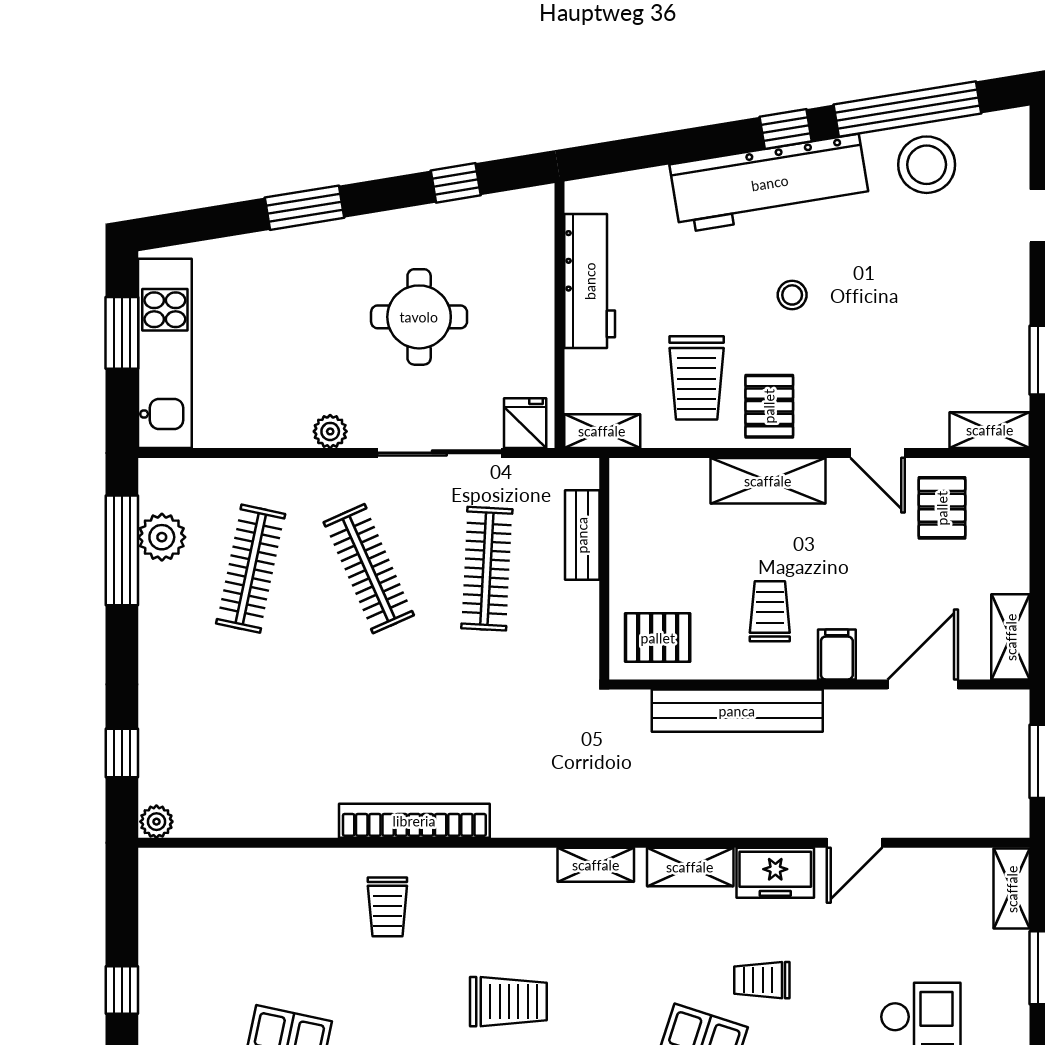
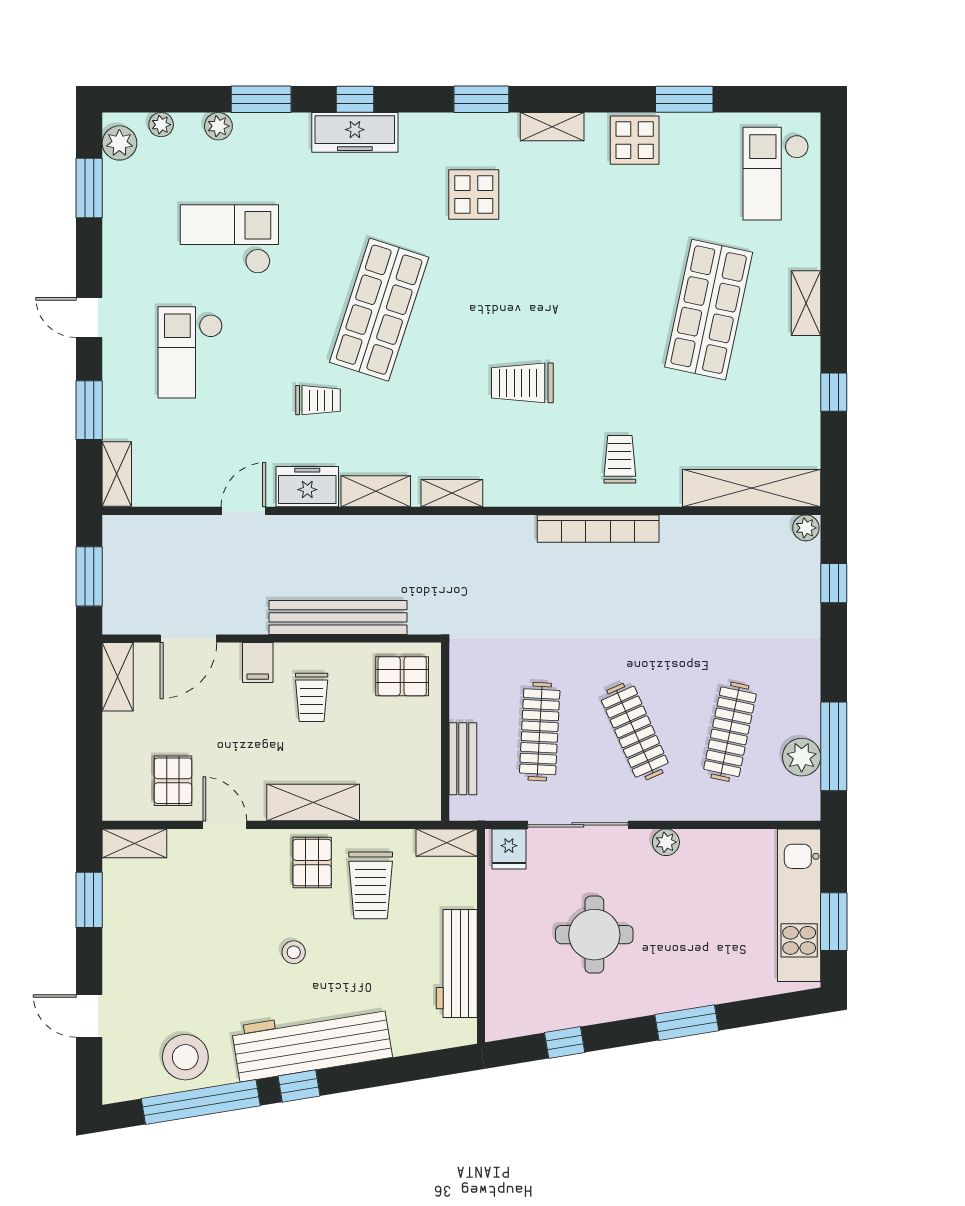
trolley: (697, 378) -> (371, 885), turned 180
shelving: (224, 871) -> (752, 488), added

